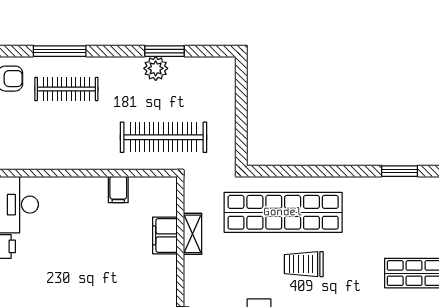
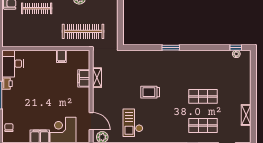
window: (400, 171) -> (171, 48), moved
shop shelf: (283, 212) -> (140, 67), removed

